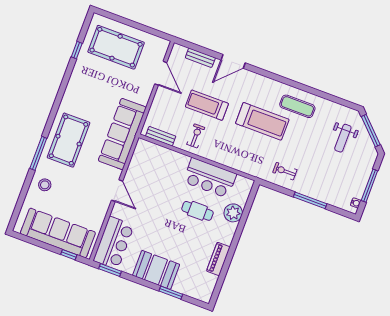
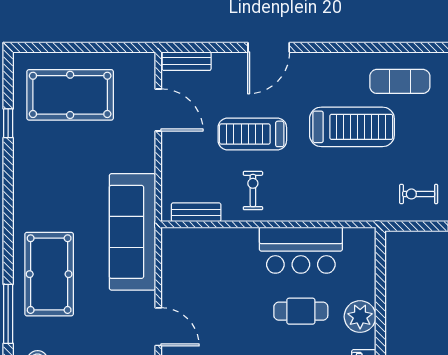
bench: (200, 58) -> (187, 61), moved
plant: (233, 213) -> (360, 317), moved

